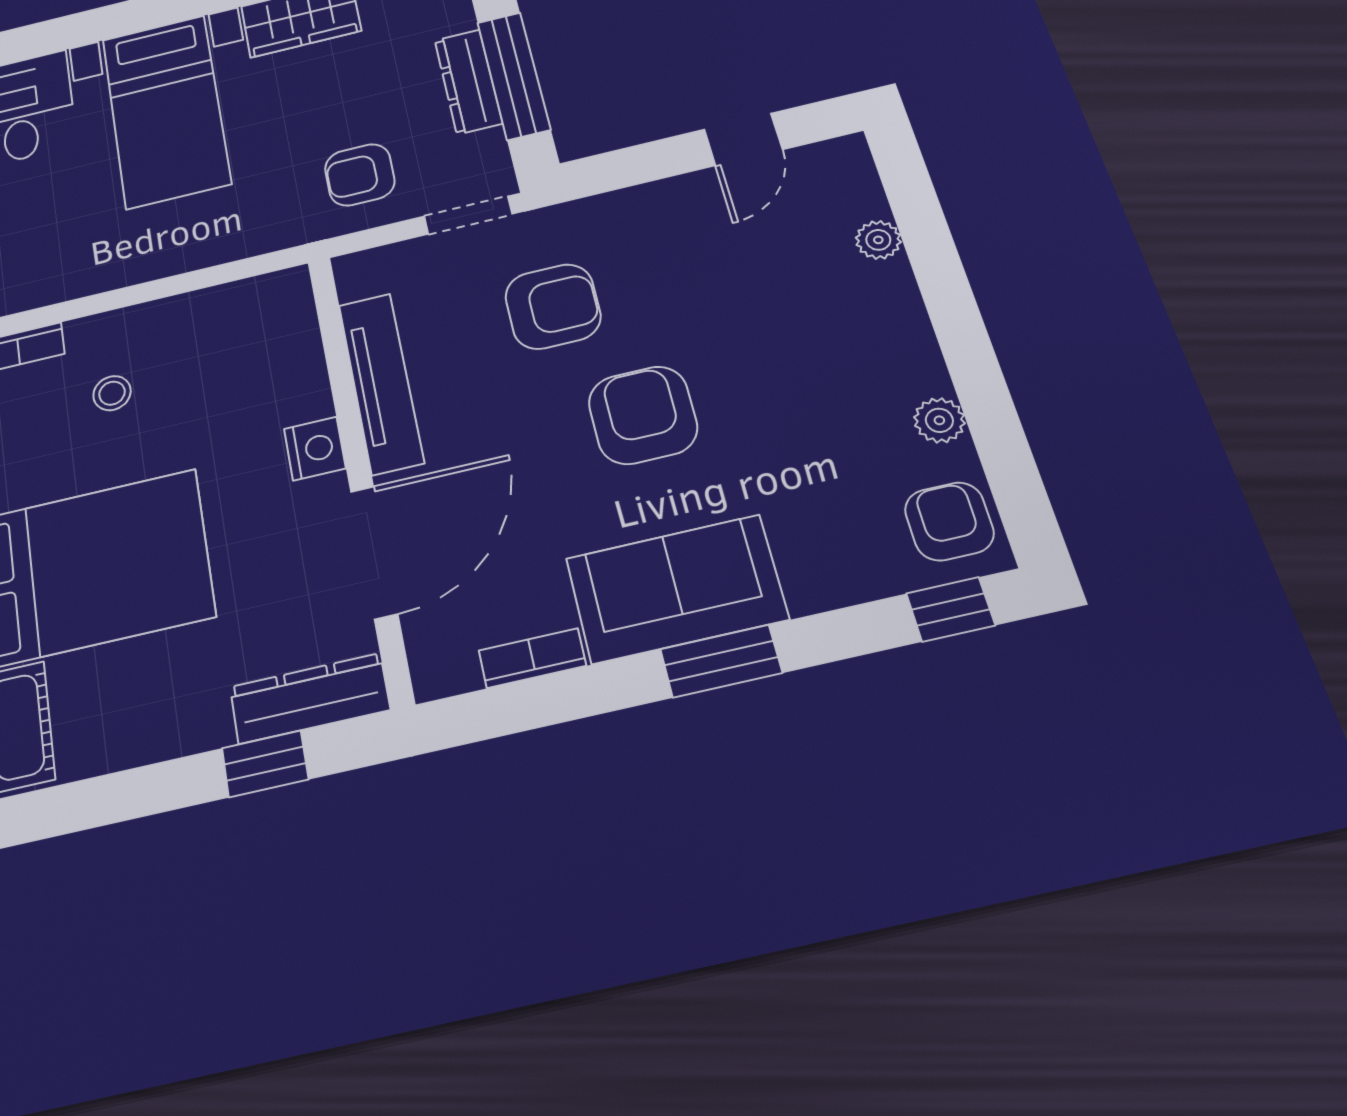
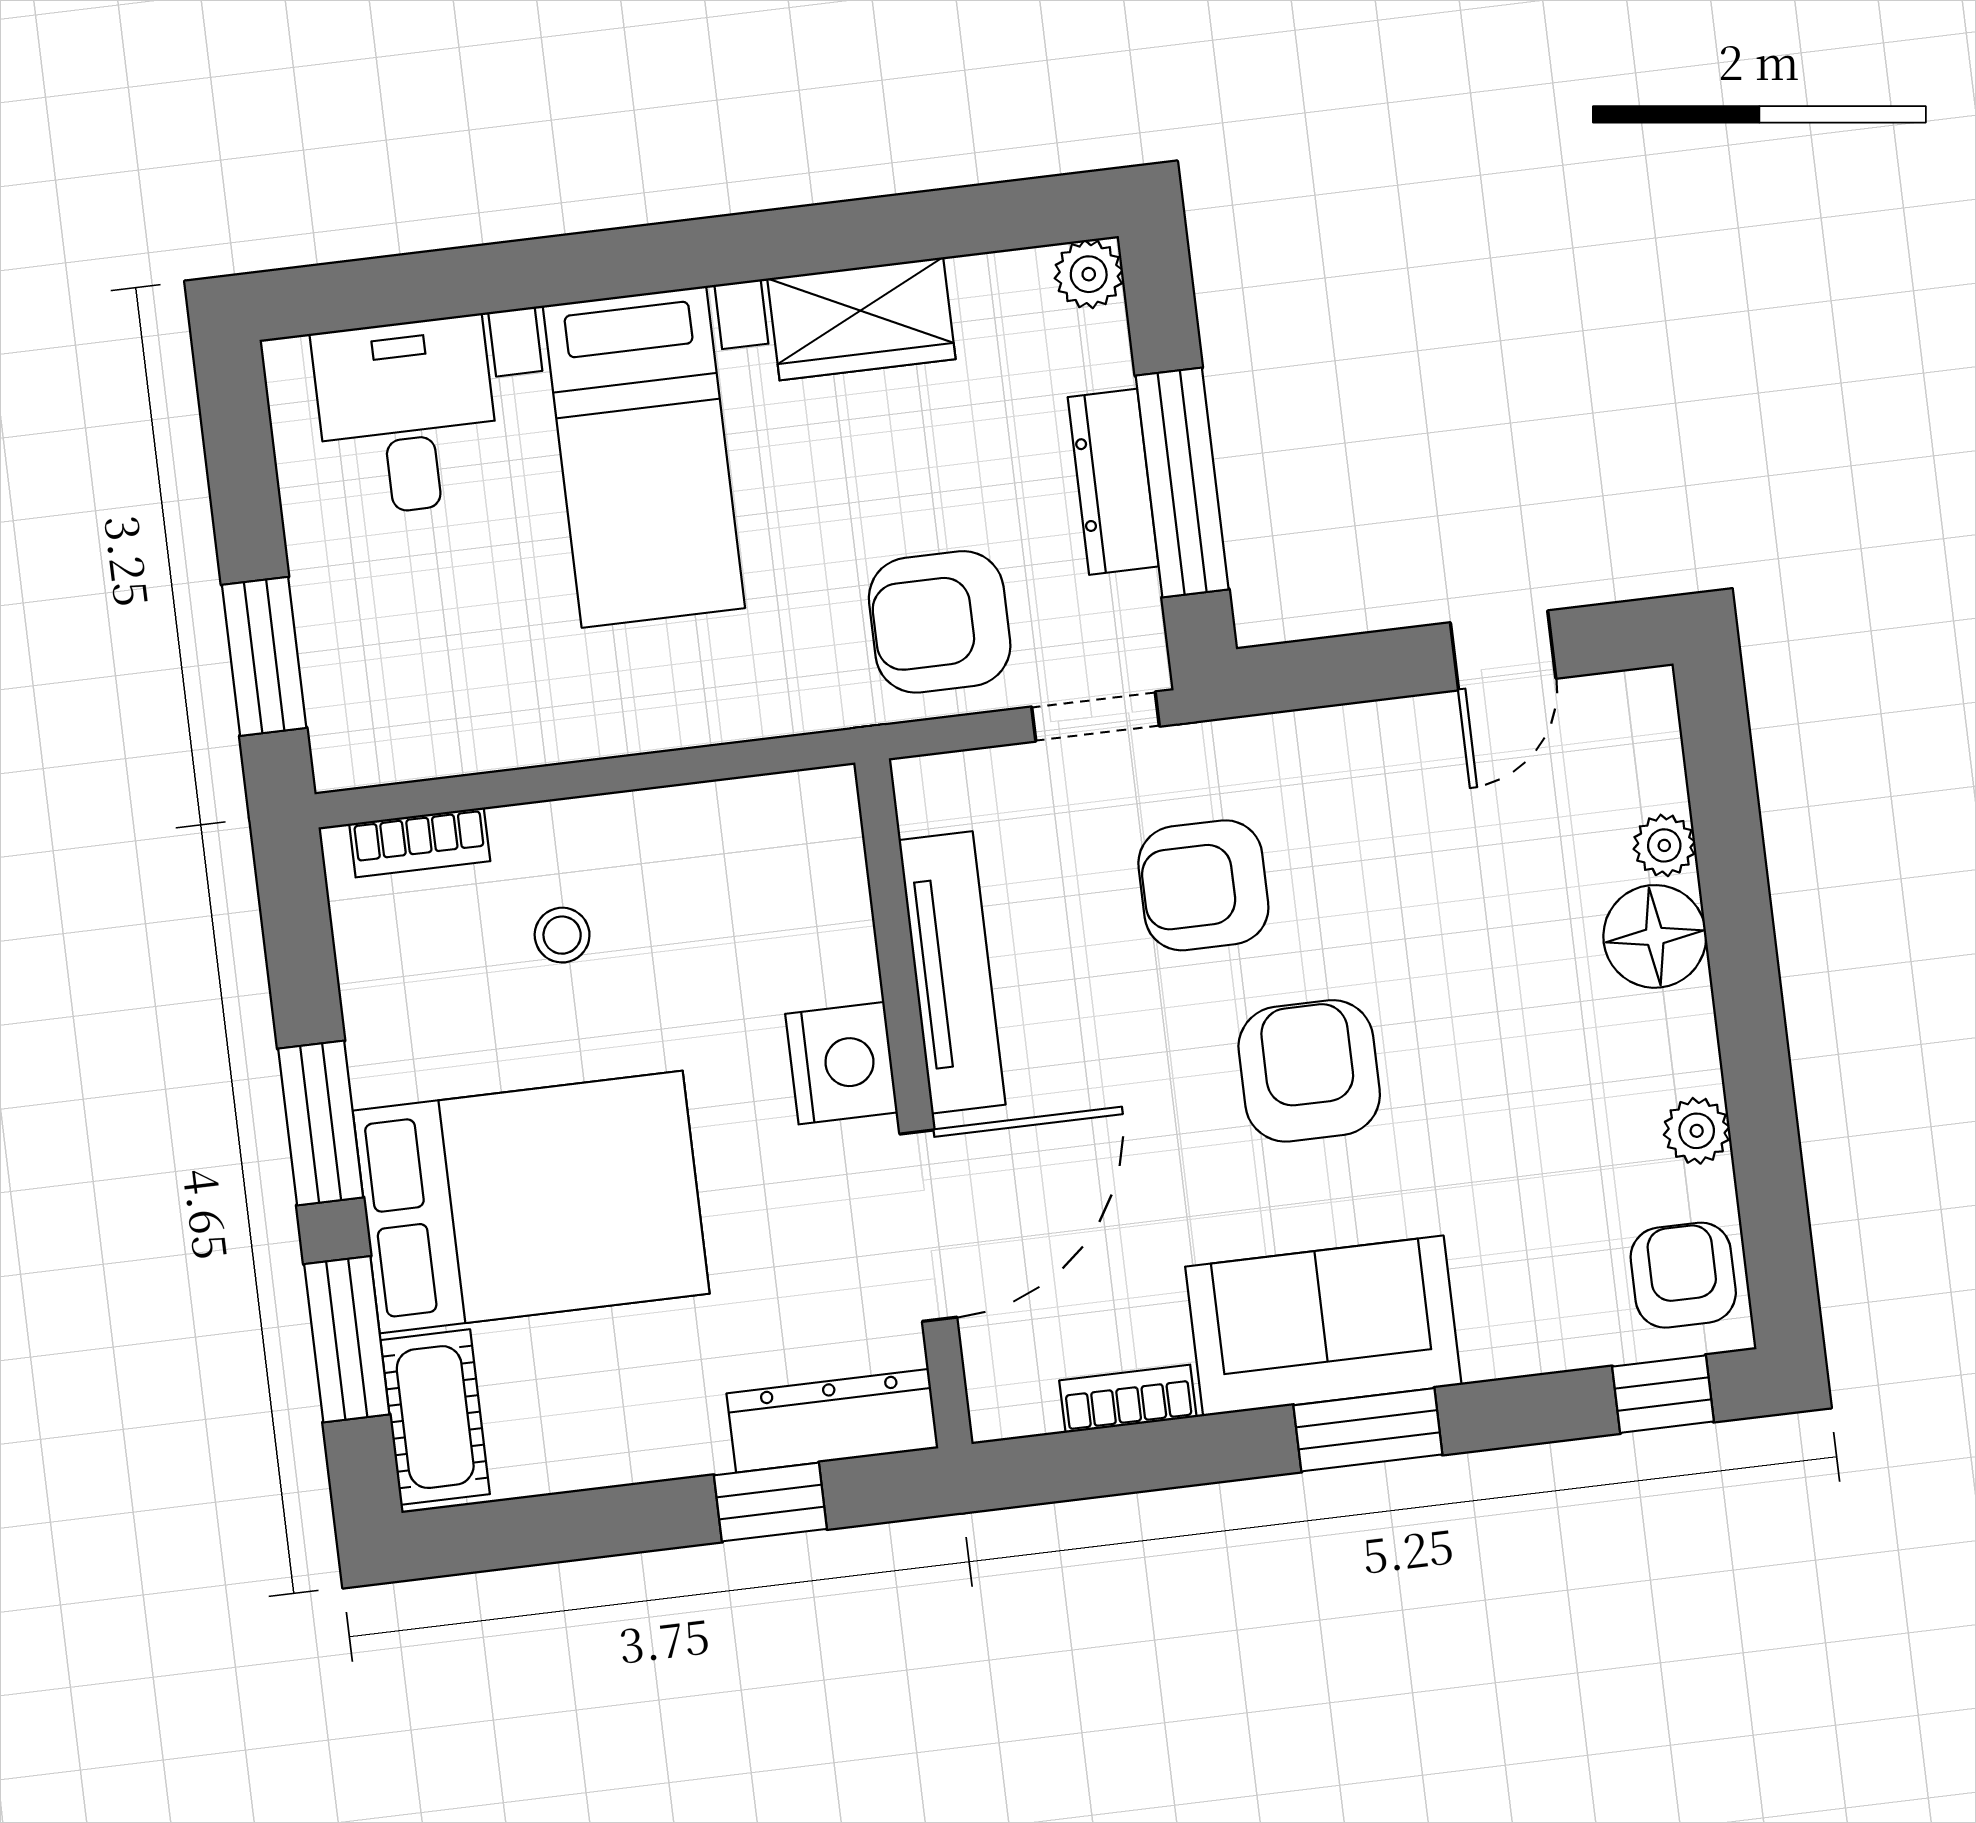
armchair: (360, 175) -> (940, 622), width x1.38, depth x1.38
floor lamp: (883, 297) -> (1655, 936), added
armchair: (553, 306) -> (1203, 885), turned 180
nightstand: (315, 449) -> (842, 1063), width x1.36, depth x1.33

